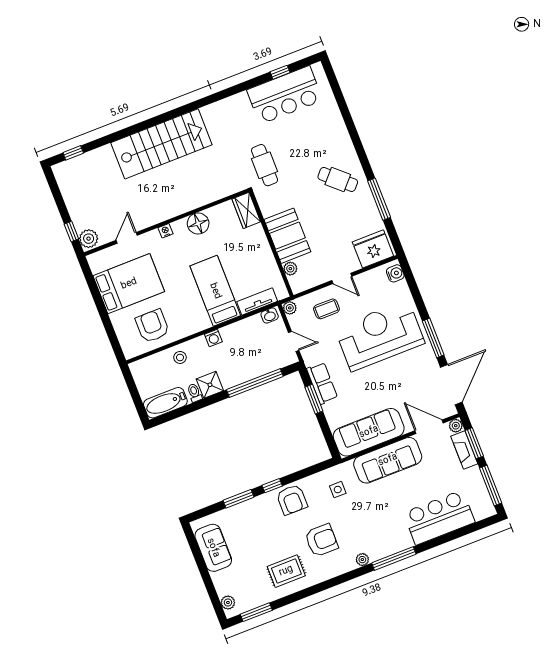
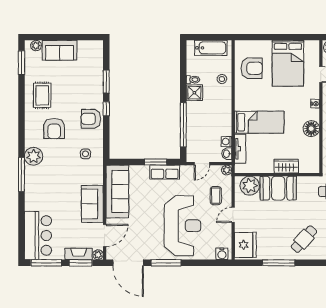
wardrobe: (246, 210) -> (286, 166), moved
plant: (290, 269) -> (250, 186), width x1.88, depth x1.88
washing machine: (213, 338) -> (226, 142), moved
bathtub: (165, 403) -> (211, 48), moved, turned 90
sofa: (388, 460) -> (92, 204), width x0.73
bar counter: (439, 517) -> (38, 236), moved
sofa: (213, 548) -> (60, 50), moved
plant: (362, 560) -> (34, 156), width x1.87, depth x1.87

